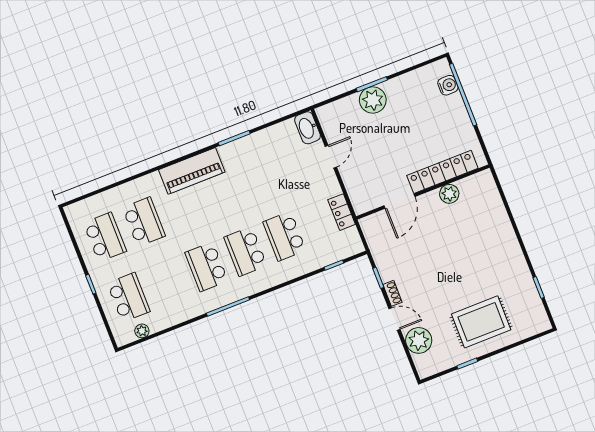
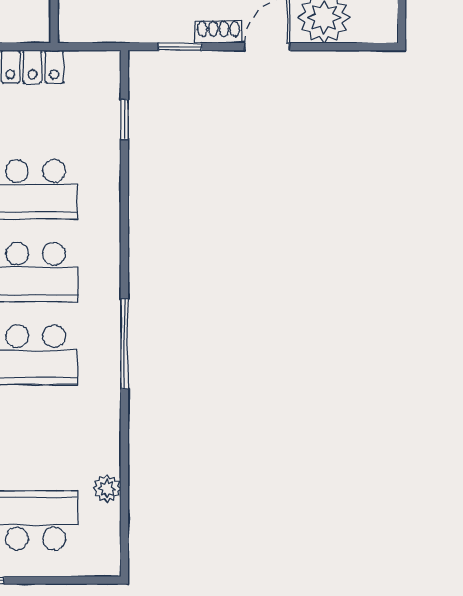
plant: (142, 331) -> (107, 489), moved

